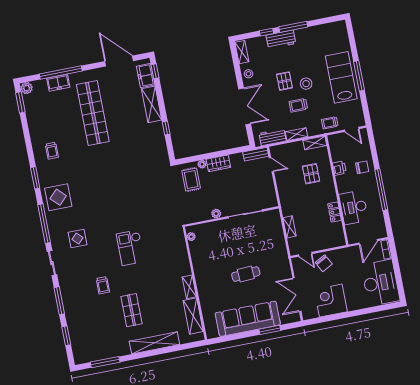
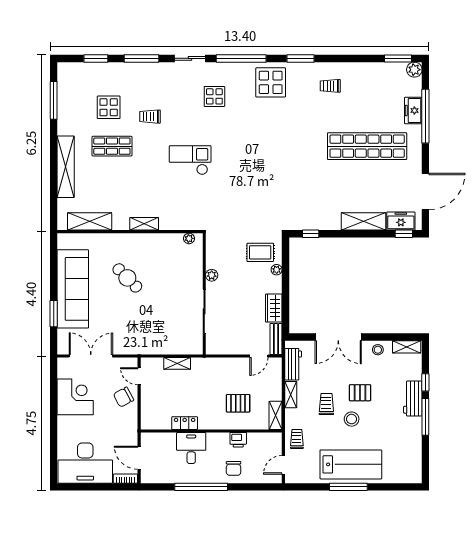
window: (166, 128) -> (311, 234), moved
wardrobe: (218, 163) -> (274, 308), moved
desk: (354, 207) -> (191, 448), width x0.73
door: (305, 254) -> (139, 376), hinge flipped
cafe table: (246, 274) -> (127, 278), moved, turned -42
shelving: (189, 287) -> (144, 224), moved
display table: (102, 319) -> (109, 107), added

